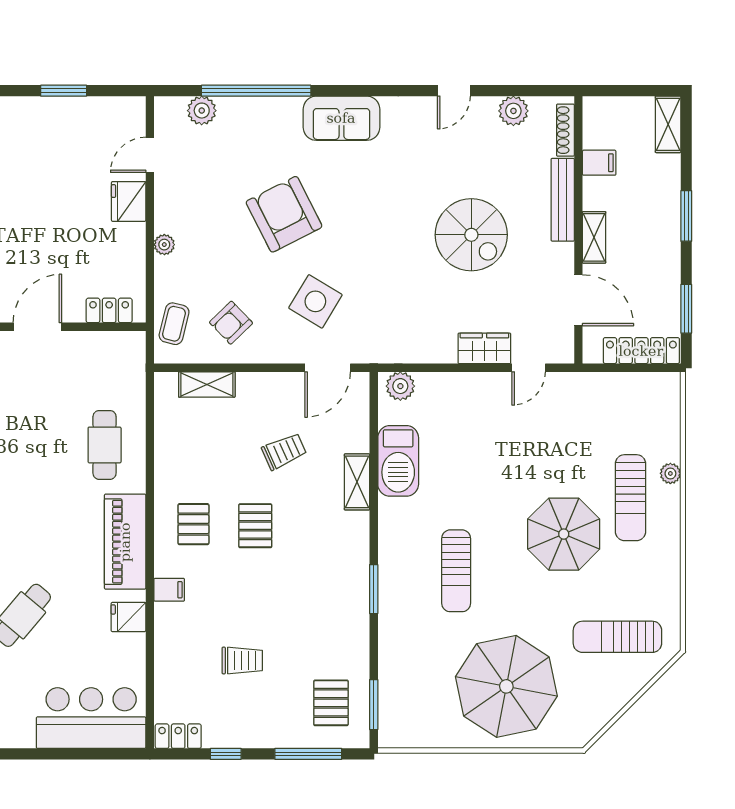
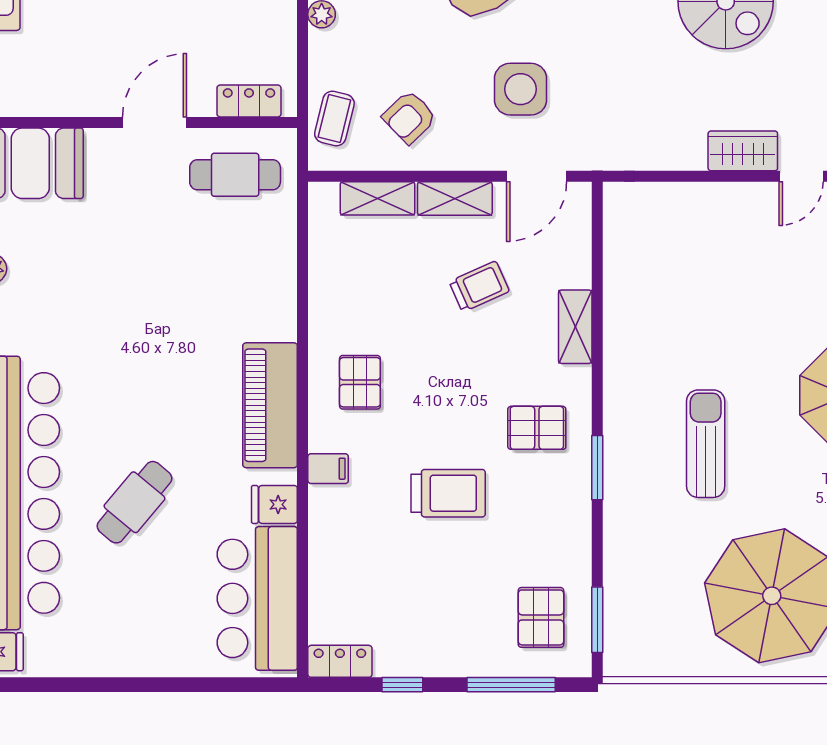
side table: (315, 301) -> (521, 89), turned -31
shelving: (266, 385) -> (455, 199), added
plant: (400, 386) -> (632, 201), removed
cafe table: (105, 445) -> (235, 175), moved, turned 90
barbecue: (398, 461) -> (629, 299), removed
pallet: (255, 526) -> (537, 428), moved, turned 90
sun lounger: (456, 571) -> (706, 444), turned 180
trolley: (242, 660) -> (448, 493), moved, width x1.36, depth x1.39
bar counter: (91, 718) -> (257, 598), moved, turned -90

